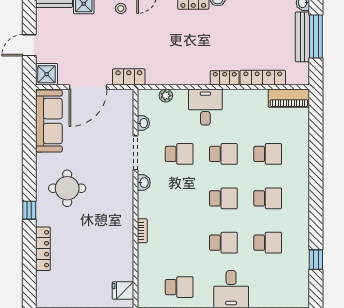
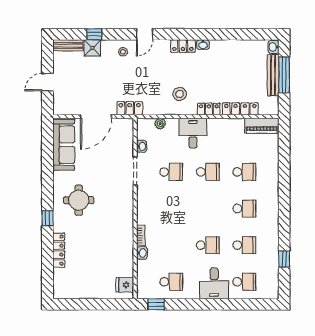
stool: (189, 60) -> (180, 94), added
shower: (47, 74) -> (62, 106), removed
washbasin: (144, 183) -> (142, 253), moved
school desk: (223, 198) -> (244, 282), moved

